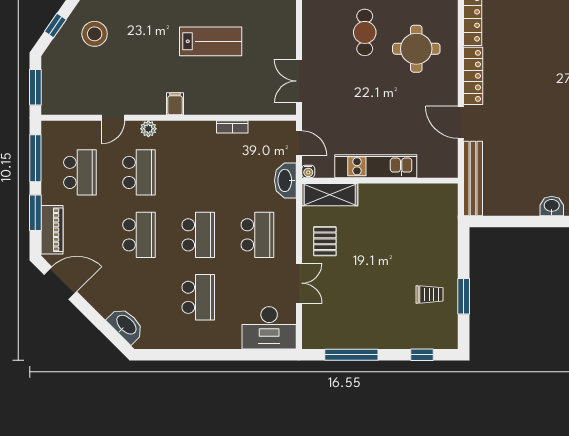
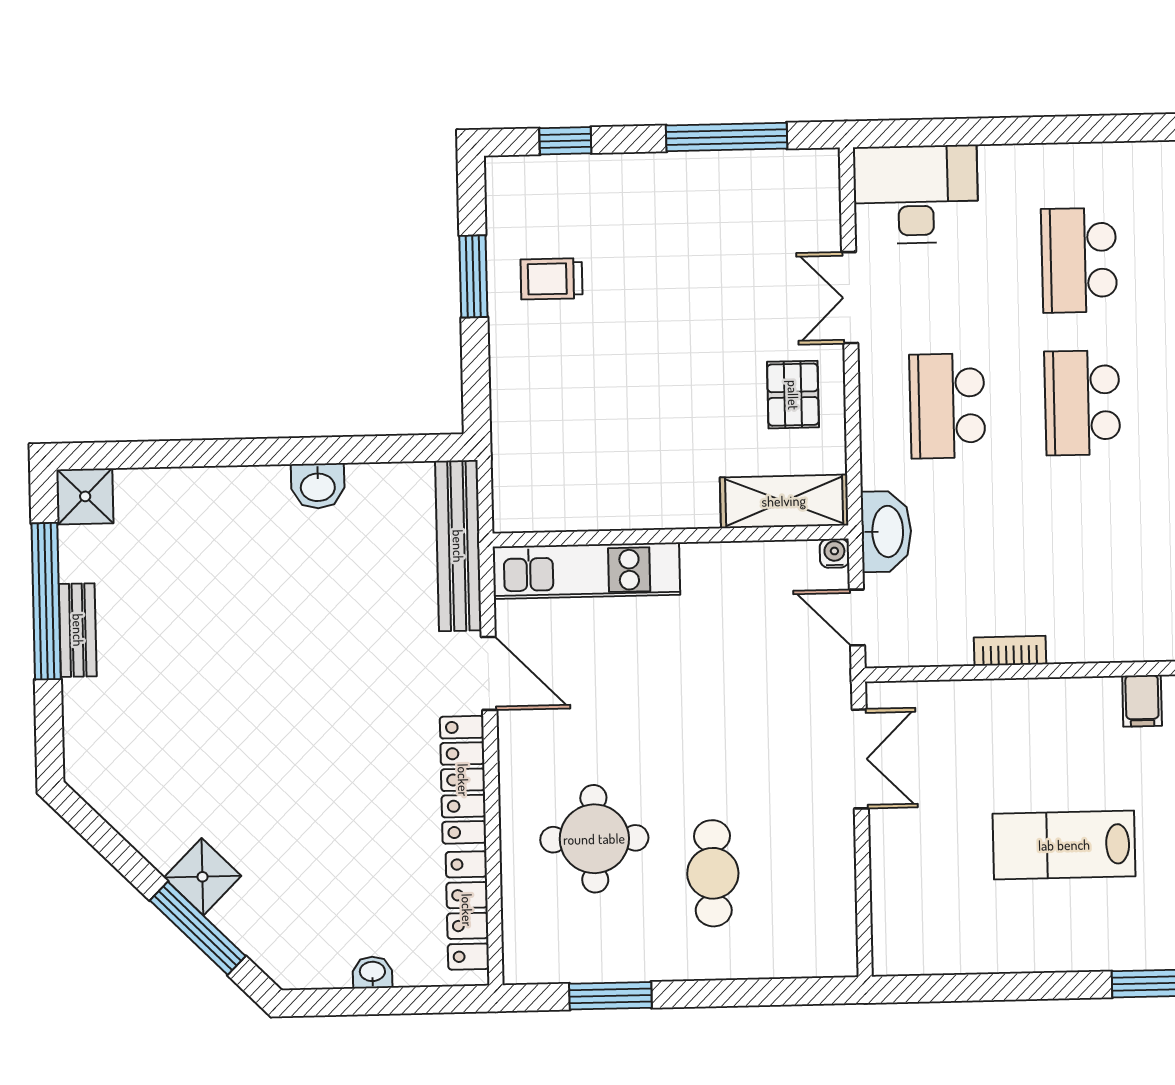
kitchen unit: (376, 166) -> (586, 571), moved
washbasin: (552, 206) -> (318, 486), moved

